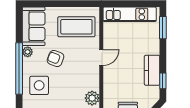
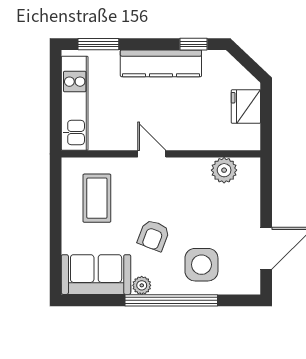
coffee table: (76, 27) -> (97, 198), width x0.73, depth x0.76
kitchen counter: (152, 70) -> (161, 63), width x1.50

